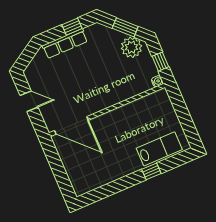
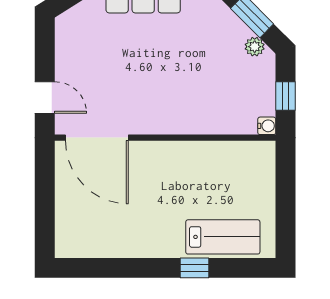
plant: (131, 47) -> (255, 47), width x0.53, depth x0.53
door: (29, 101) -> (45, 97), moved

